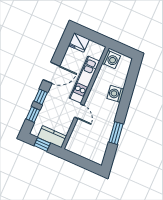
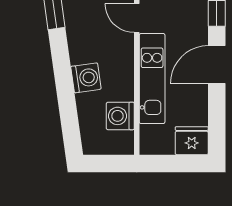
washing machine: (111, 60) -> (120, 116), moved

